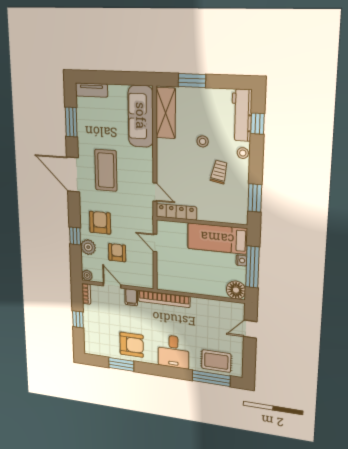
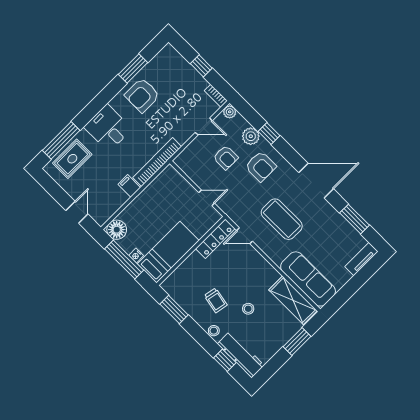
coffee table: (106, 170) -> (282, 219), moved
filing cabinet: (131, 297) -> (129, 186), moved

